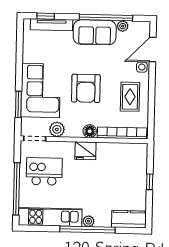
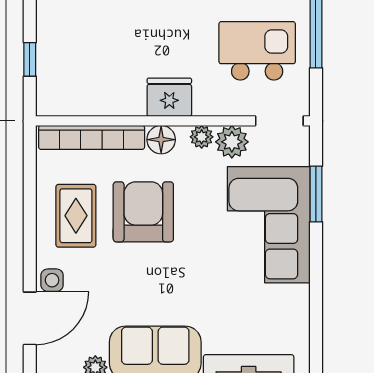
armchair: (86, 88) -> (143, 212), moved
plant: (71, 132) -> (202, 137), added
kitchen island: (44, 171) -> (257, 51), turned 180
window: (150, 182) -> (30, 59), moved

